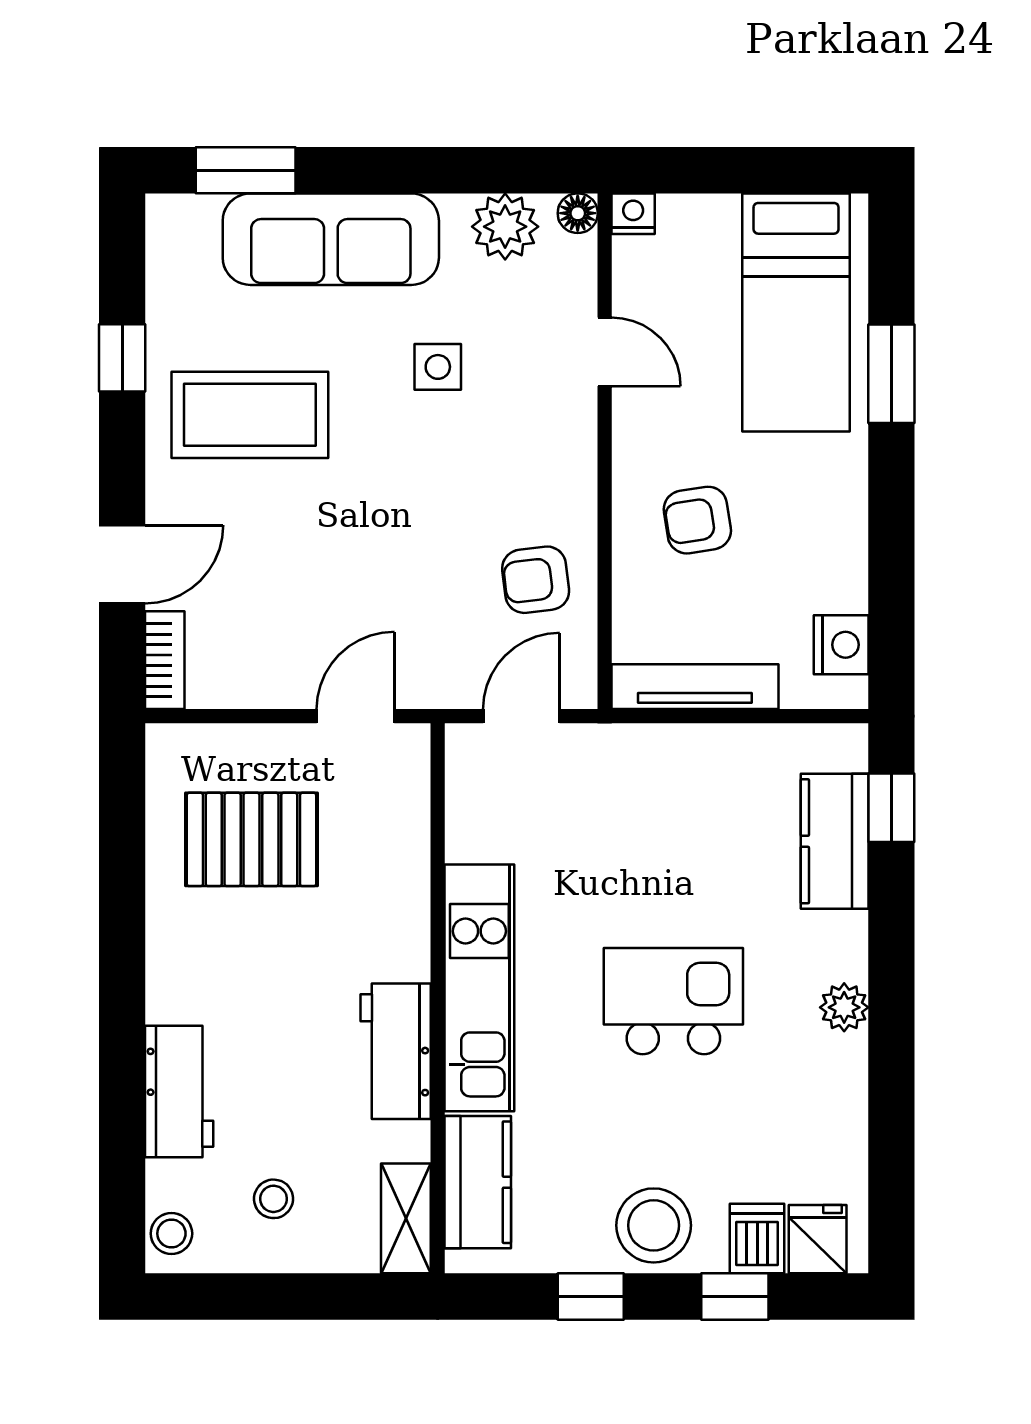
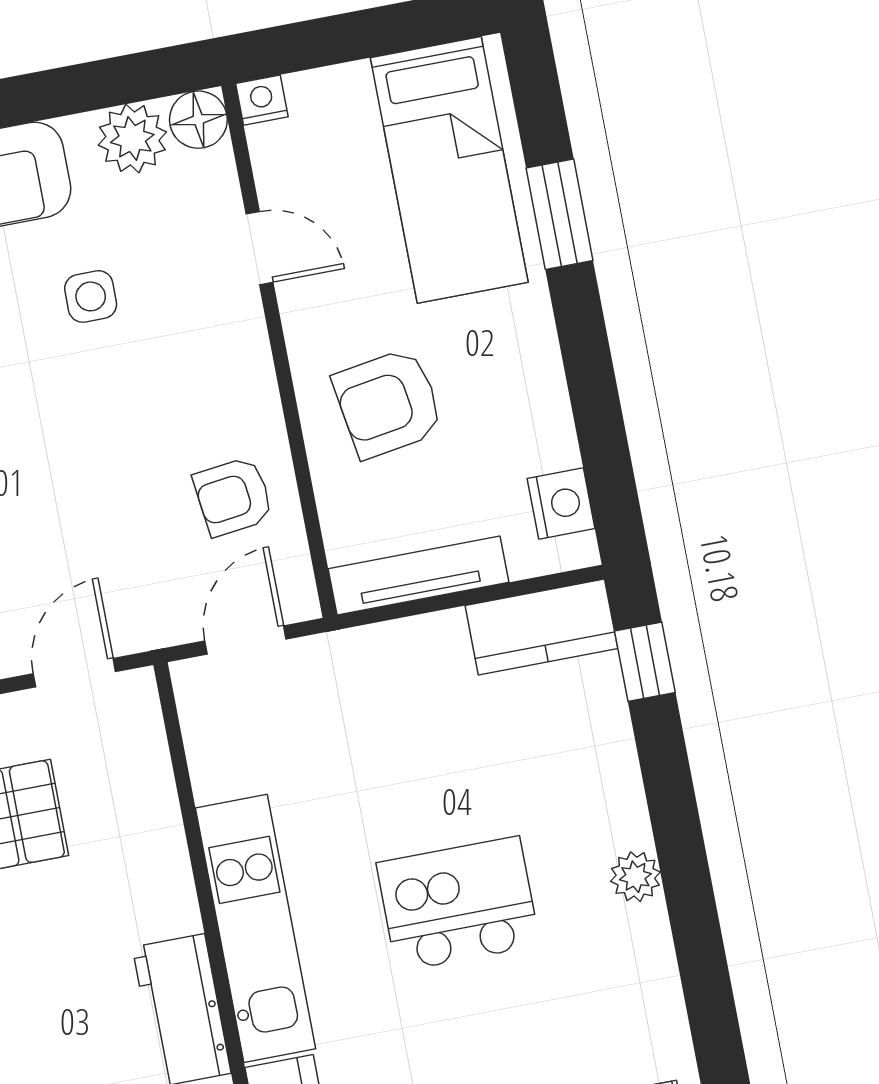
floor lamp: (578, 213) -> (198, 120), width x1.37, depth x1.37
armchair: (697, 520) -> (388, 403), width x1.38, depth x1.38
kitchen counter: (835, 841) -> (541, 627), moved, turned -90

